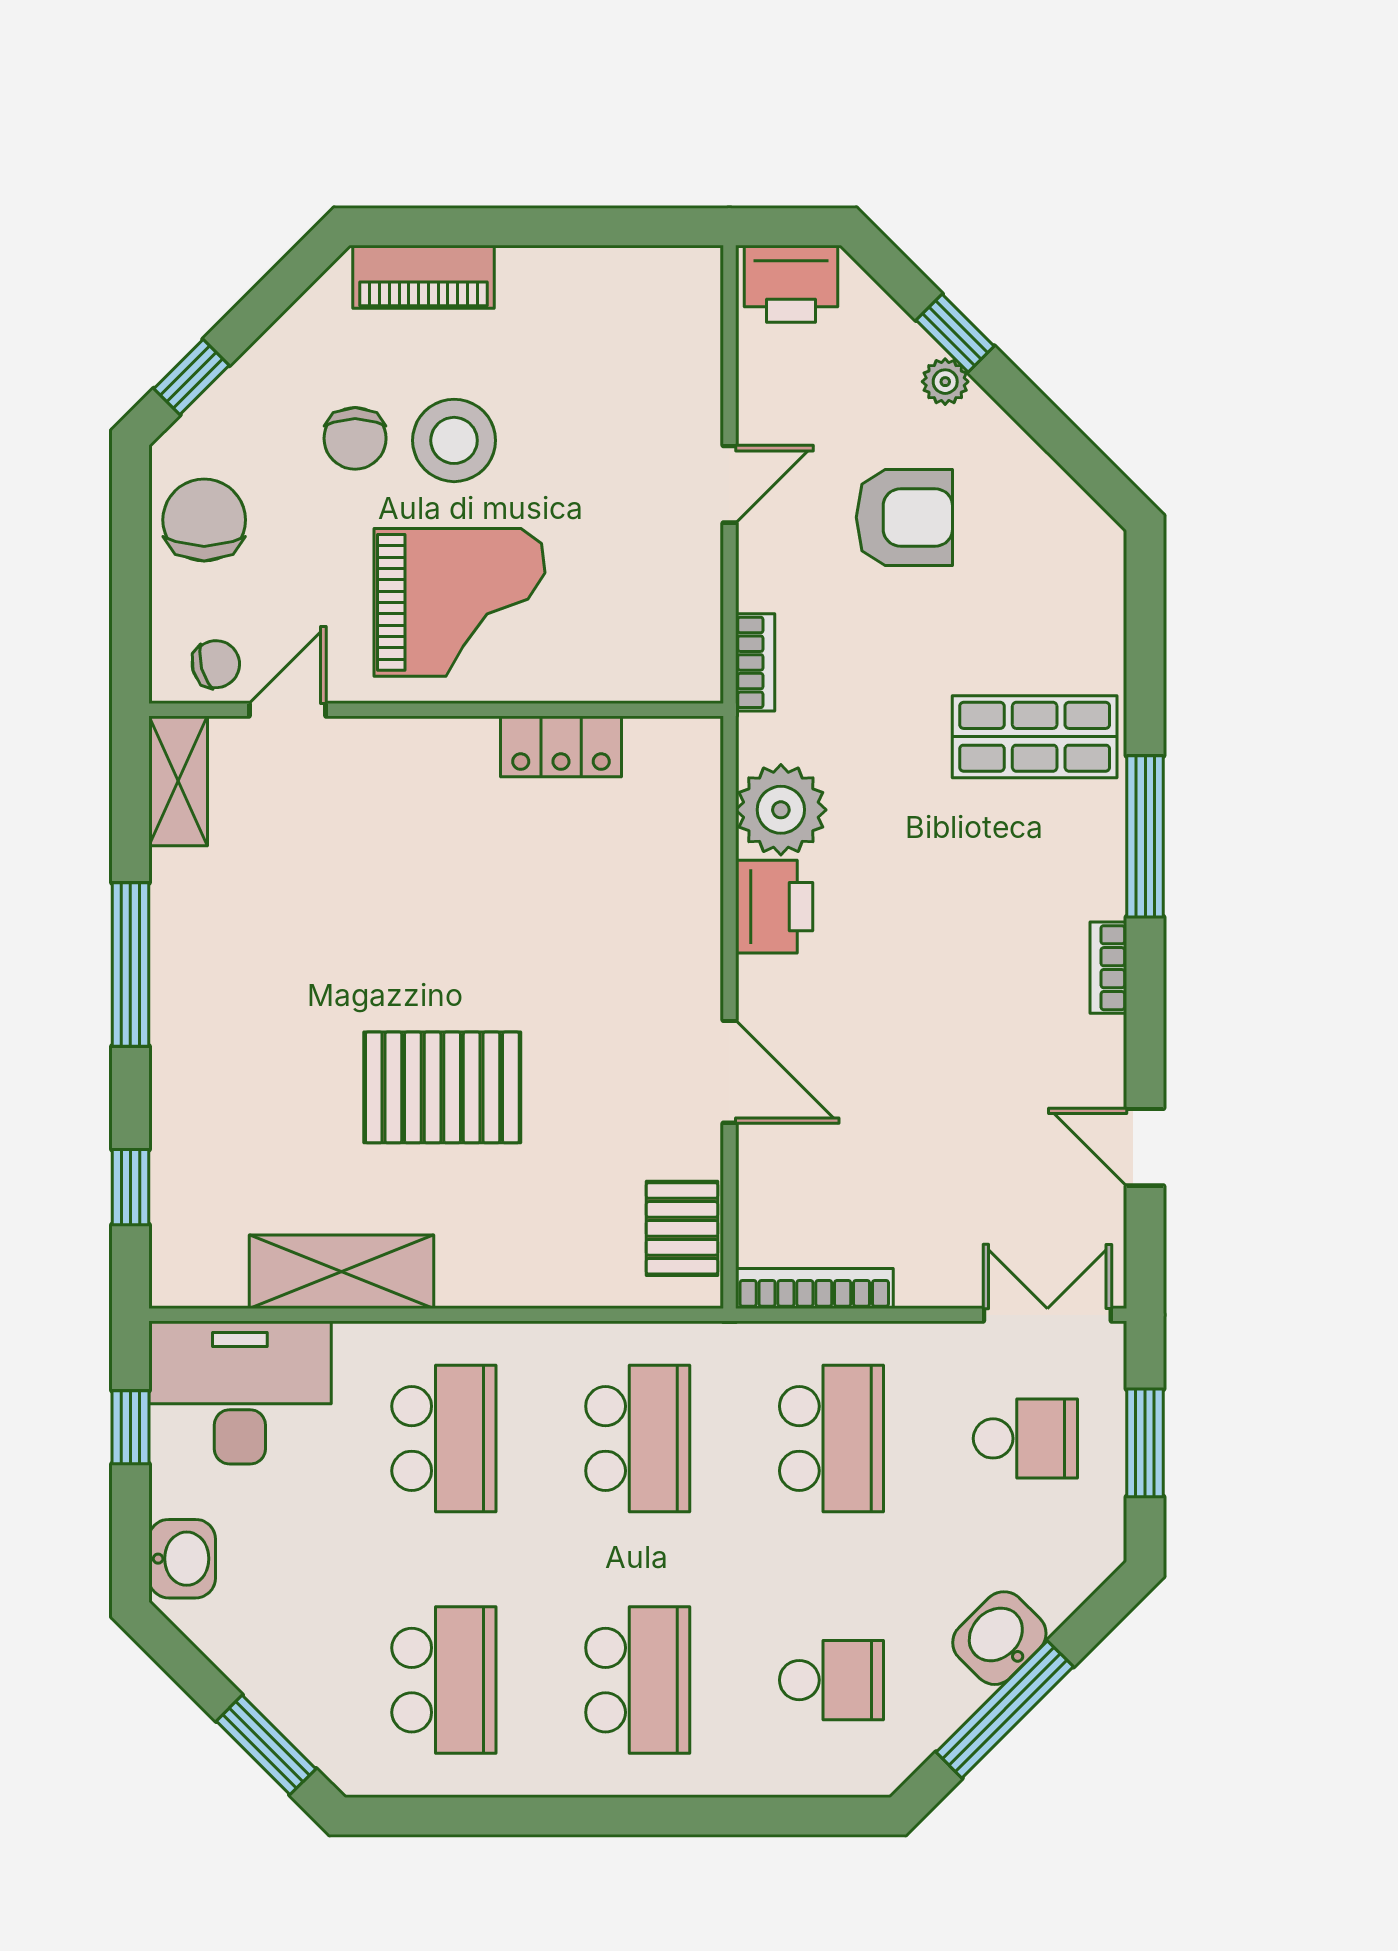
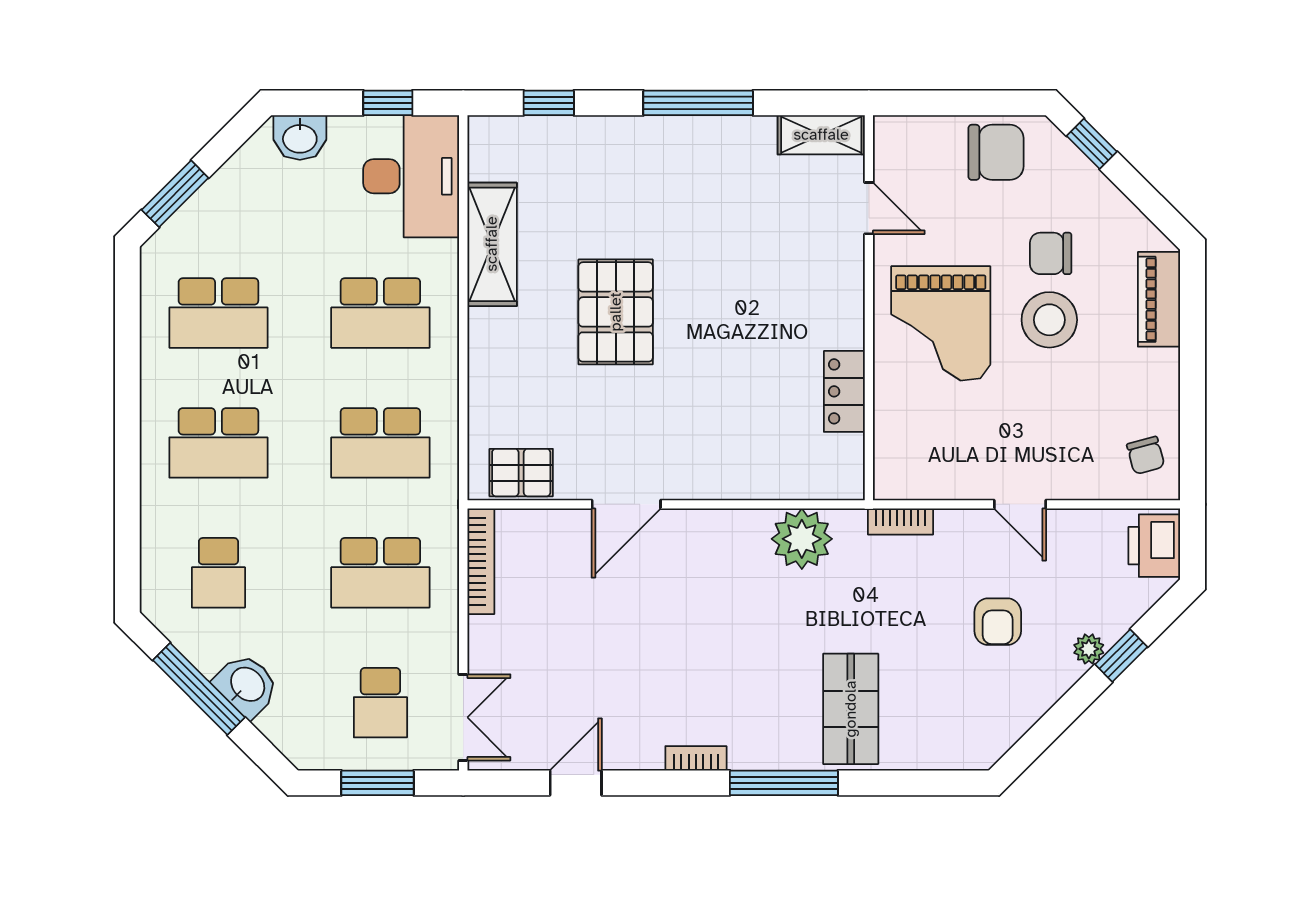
armchair: (904, 517) -> (998, 622), width x0.72, depth x0.72
chair: (216, 664) -> (1146, 455), moved
printer: (774, 907) -> (737, 534), removed

